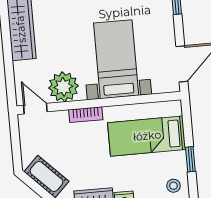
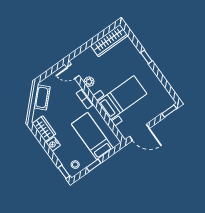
plant: (63, 87) -> (89, 82), width x0.53, depth x0.53
door: (35, 109) -> (73, 71), swing flipped

